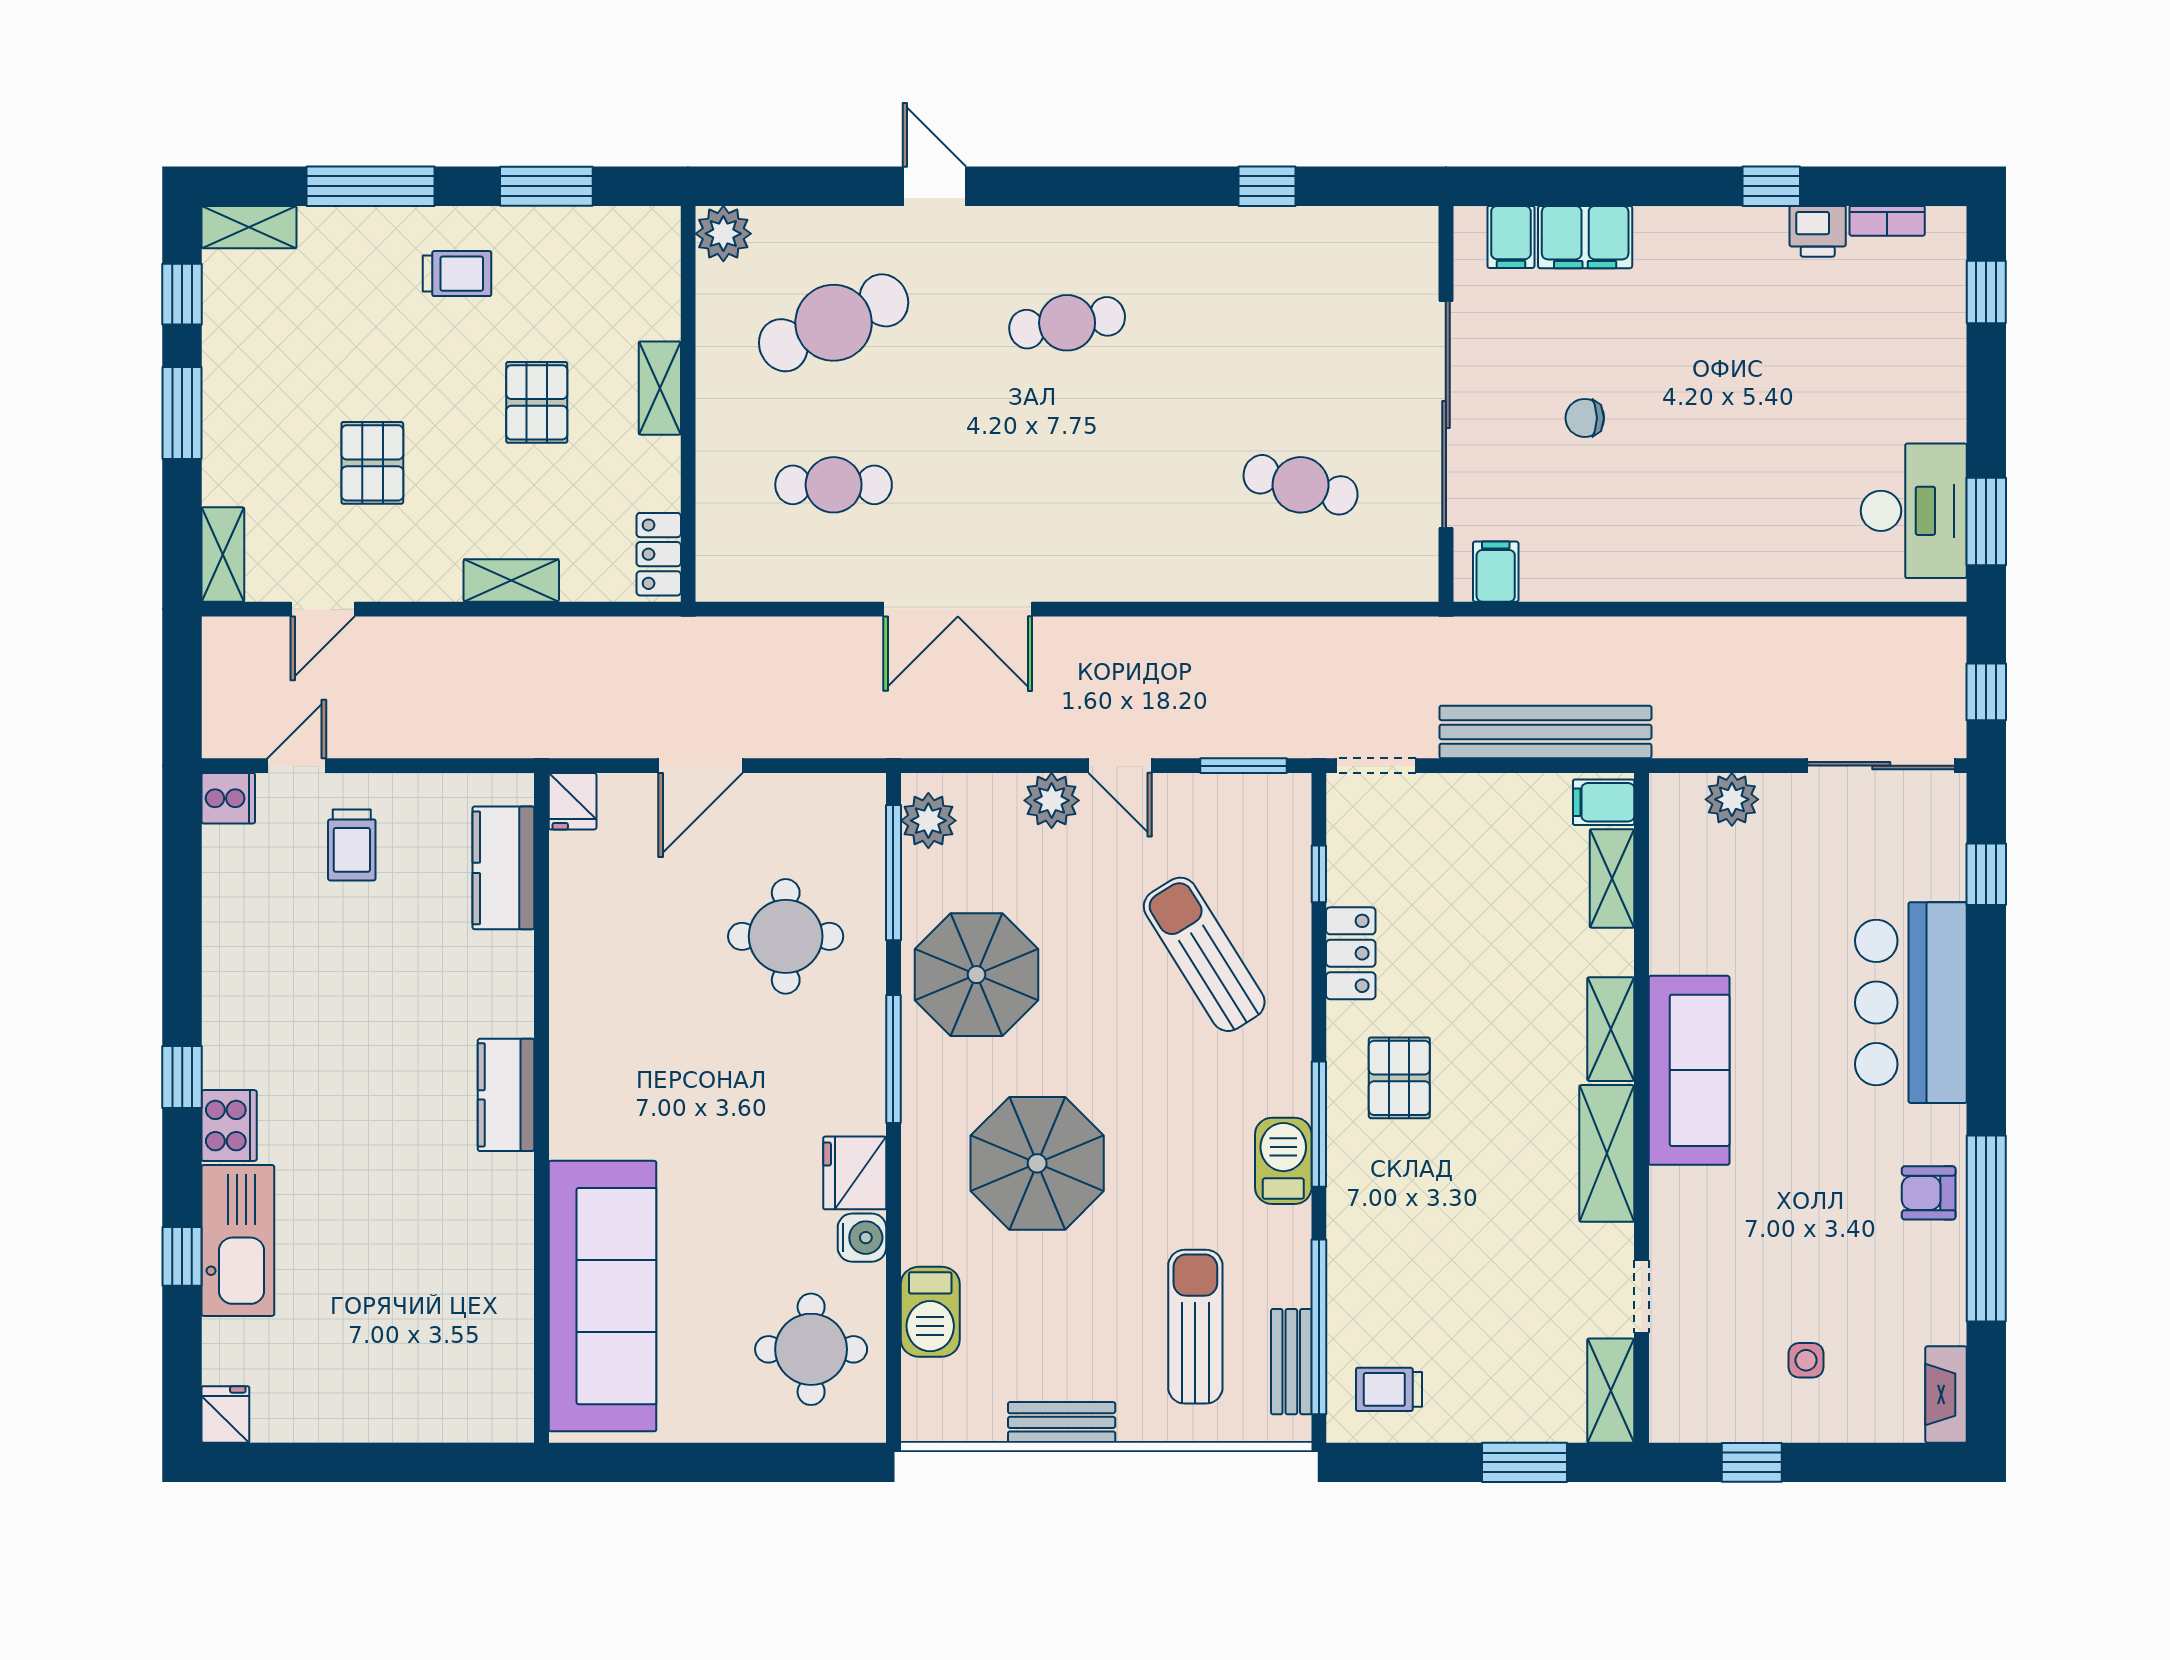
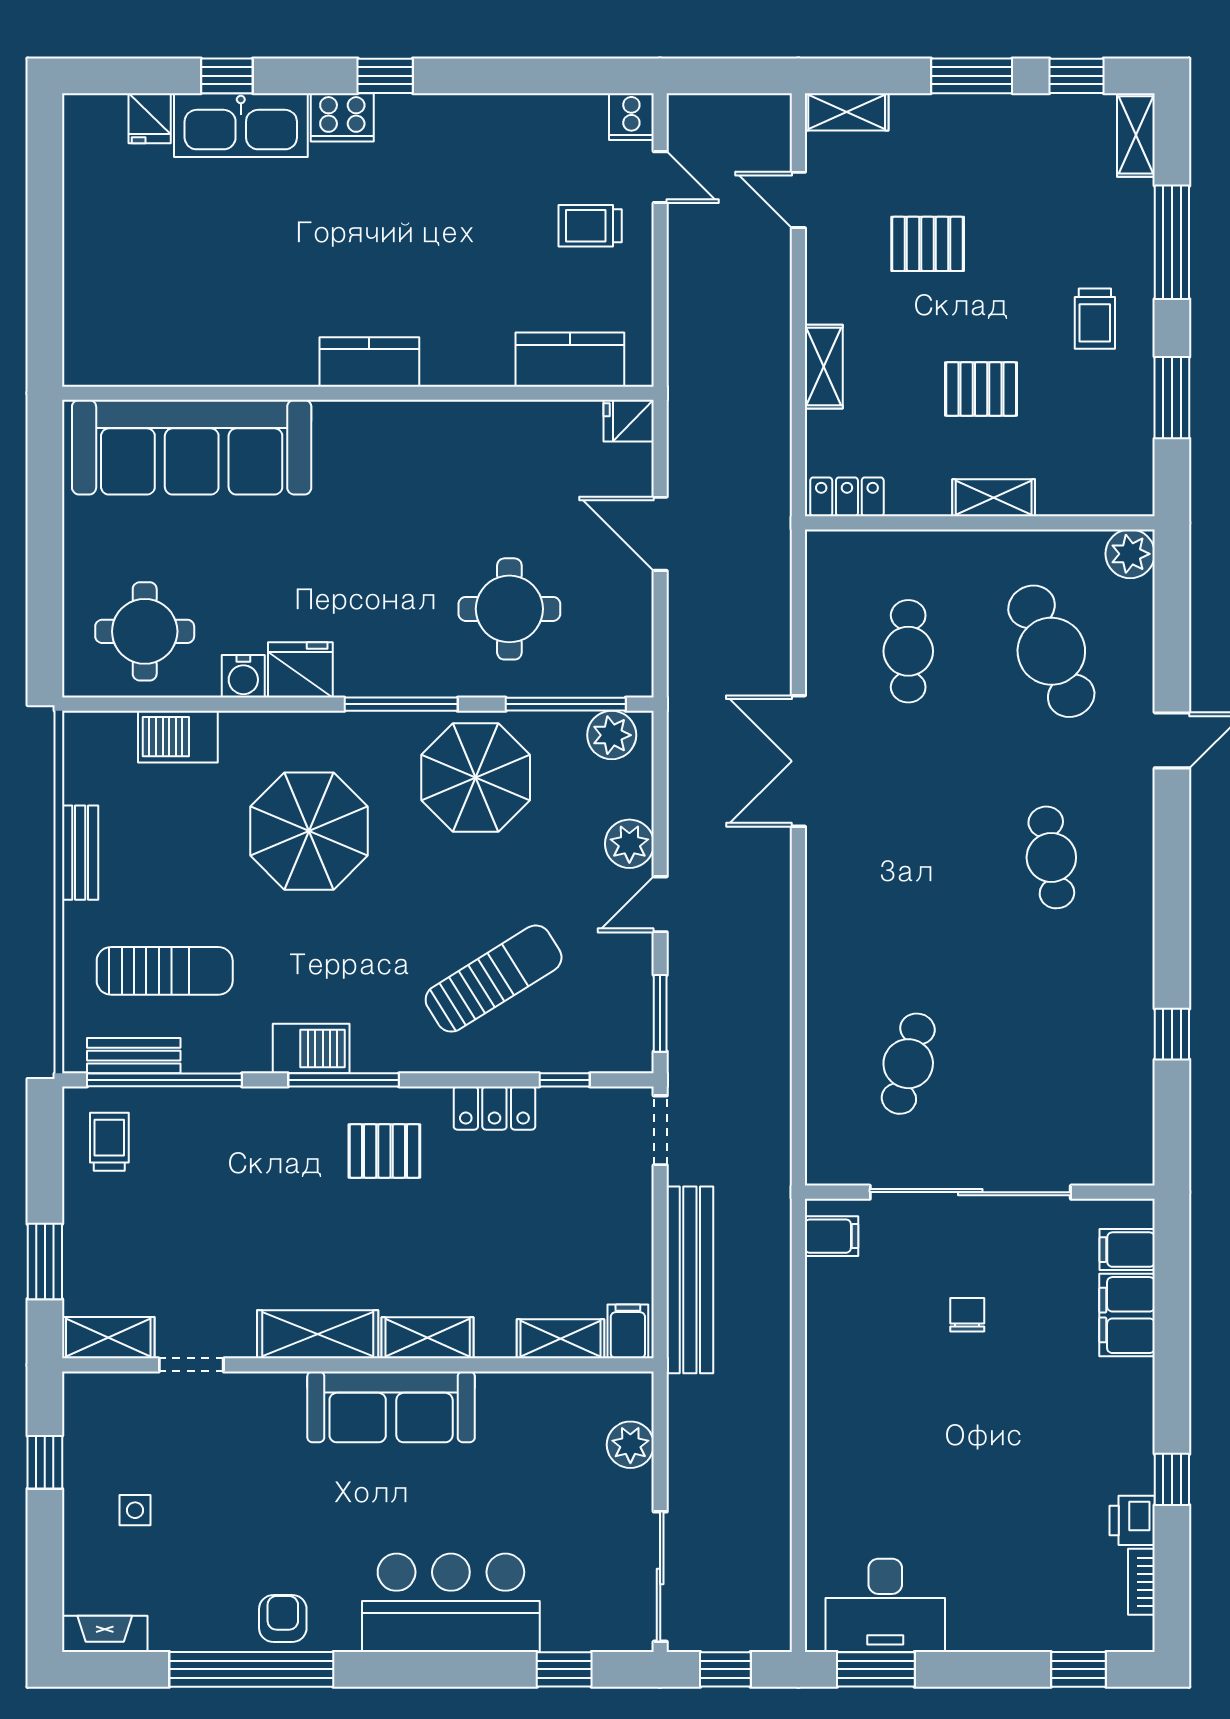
fridge: (225, 1414) -> (150, 118), moved, turned 90

